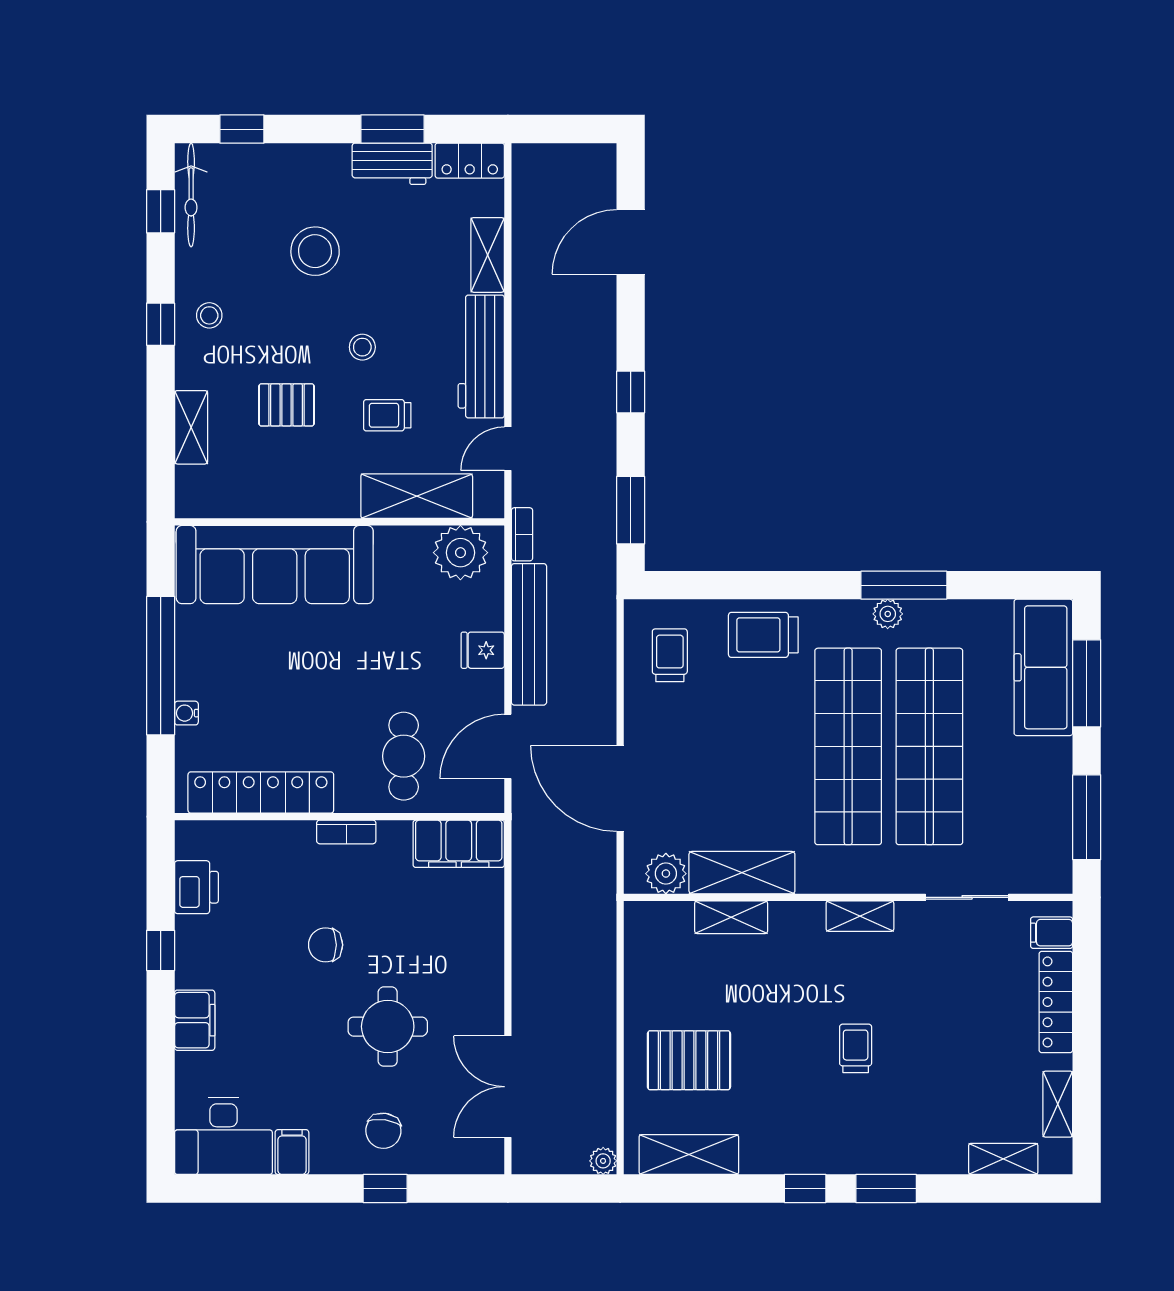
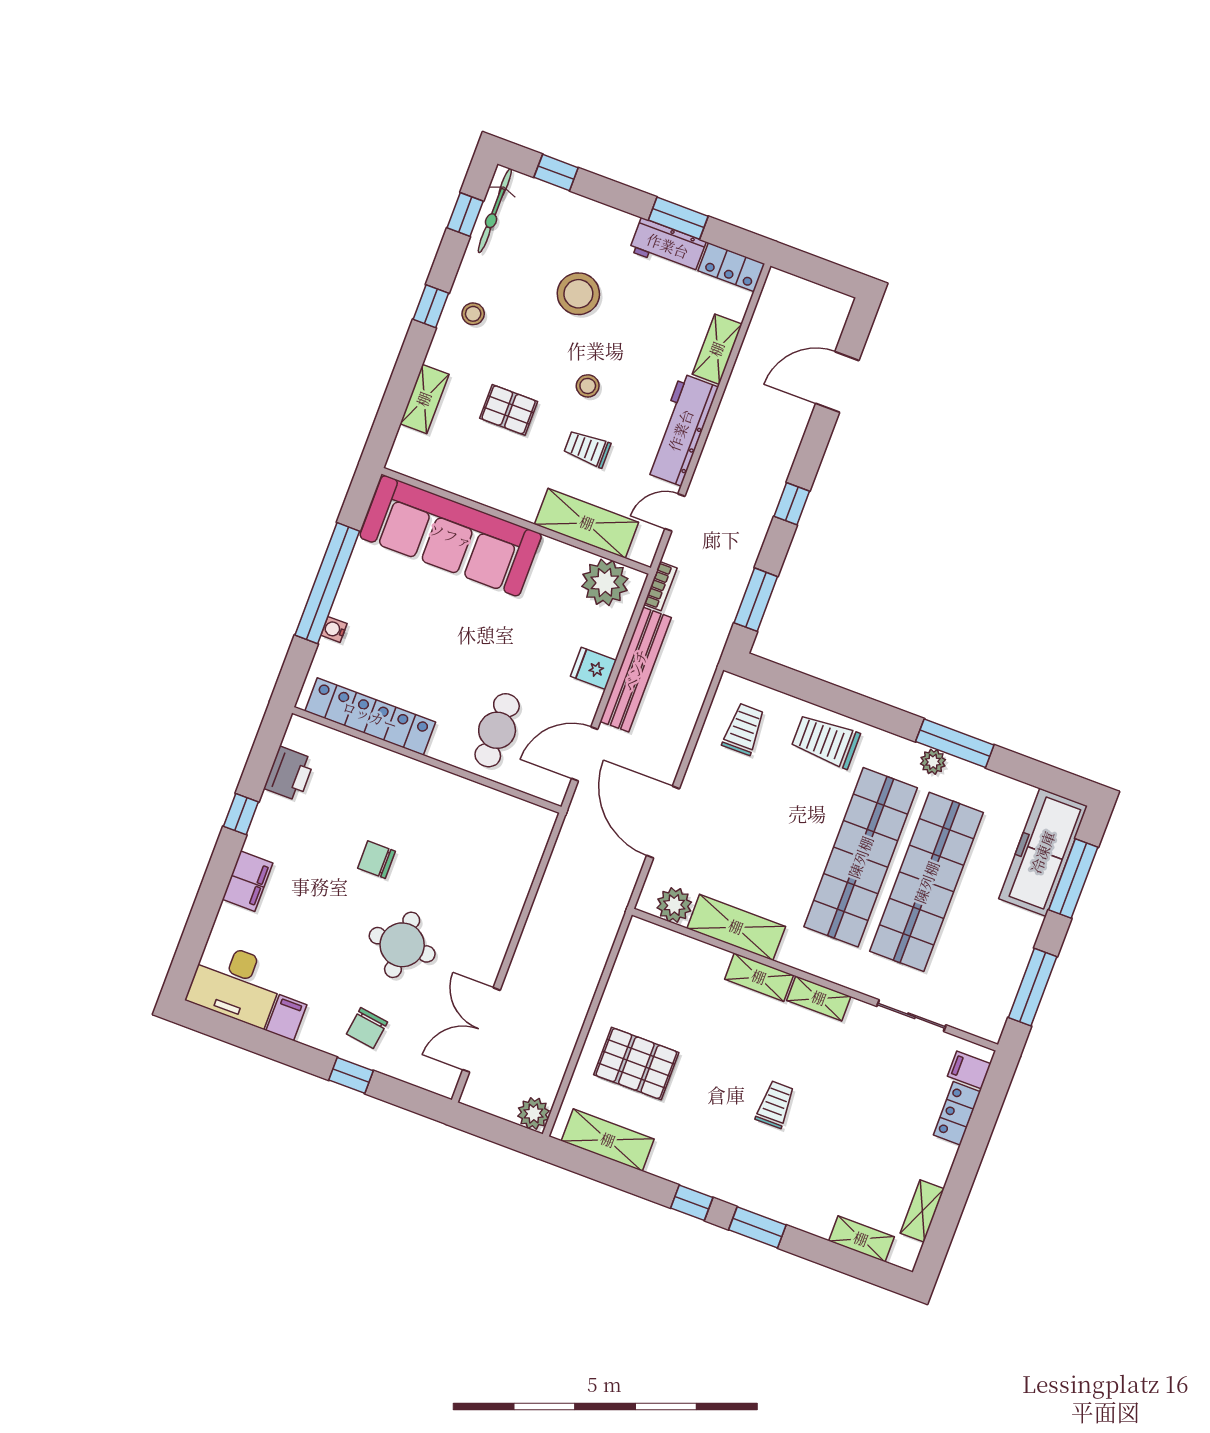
bookcase: (346, 832) -> (428, 774), removed
filing cabinet: (459, 844) -> (515, 818), removed
shelving: (731, 917) -> (759, 977), moved
locker: (1056, 1002) -> (957, 1113), width x0.66
plant: (603, 1161) -> (534, 1113), width x1.38, depth x1.38

